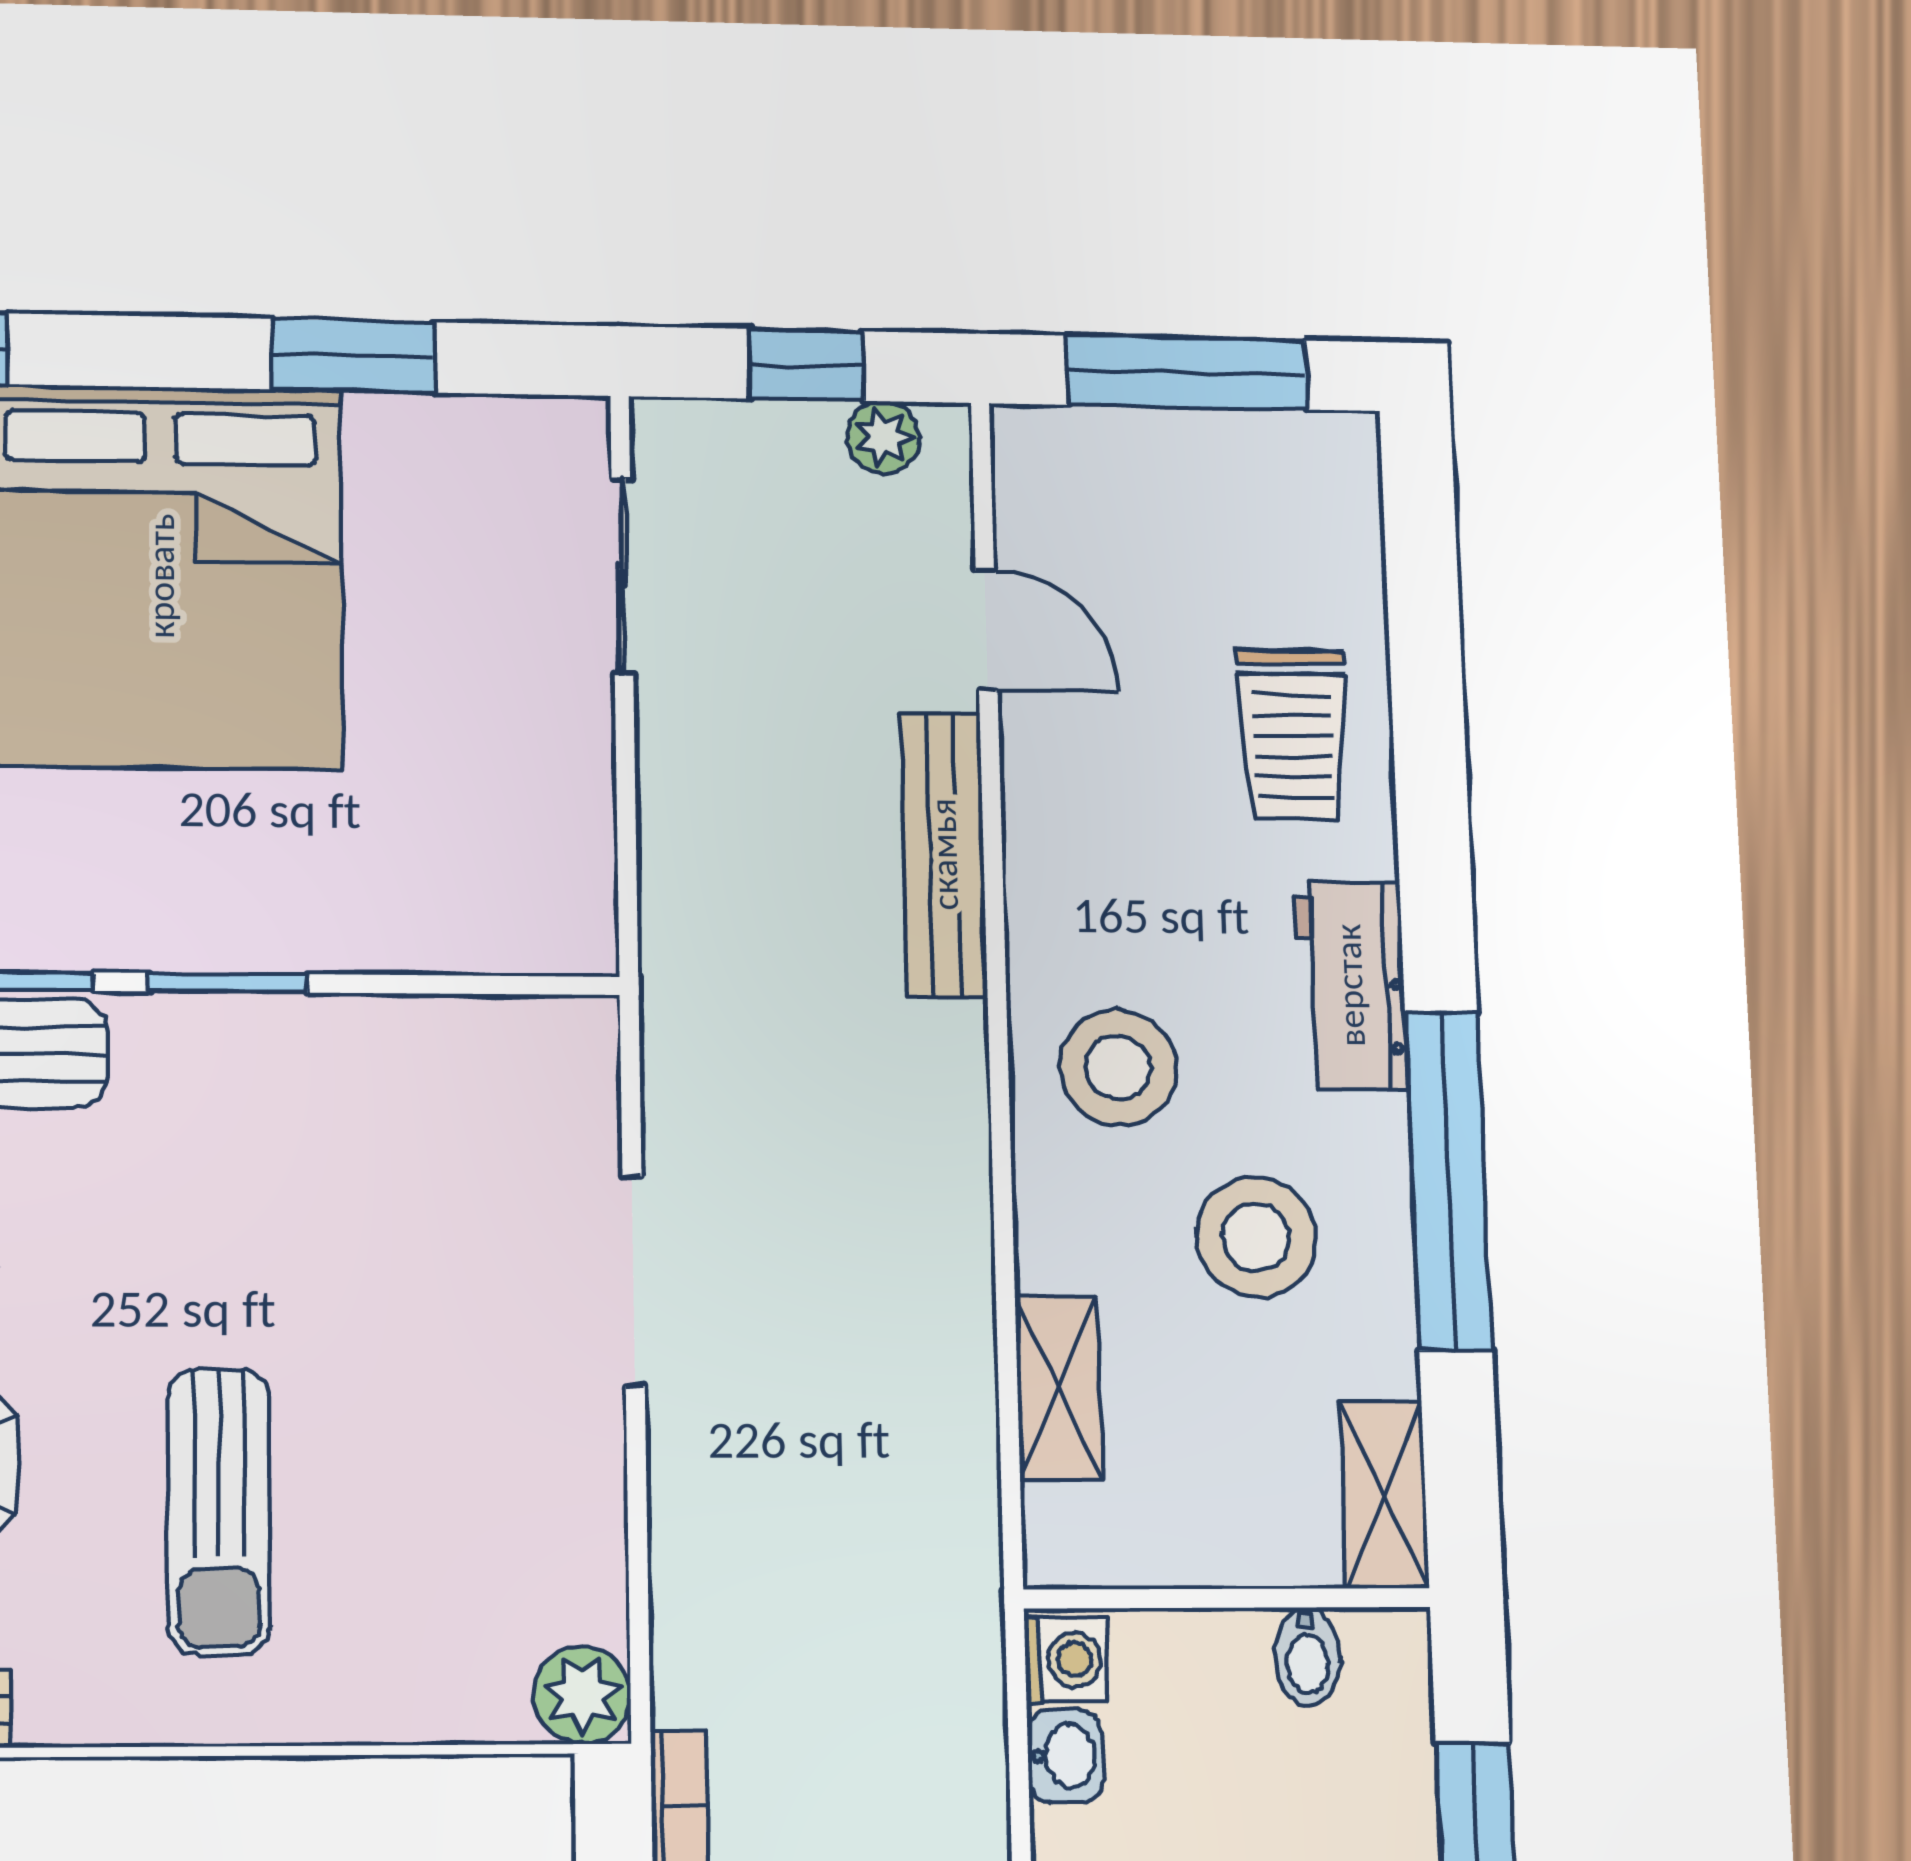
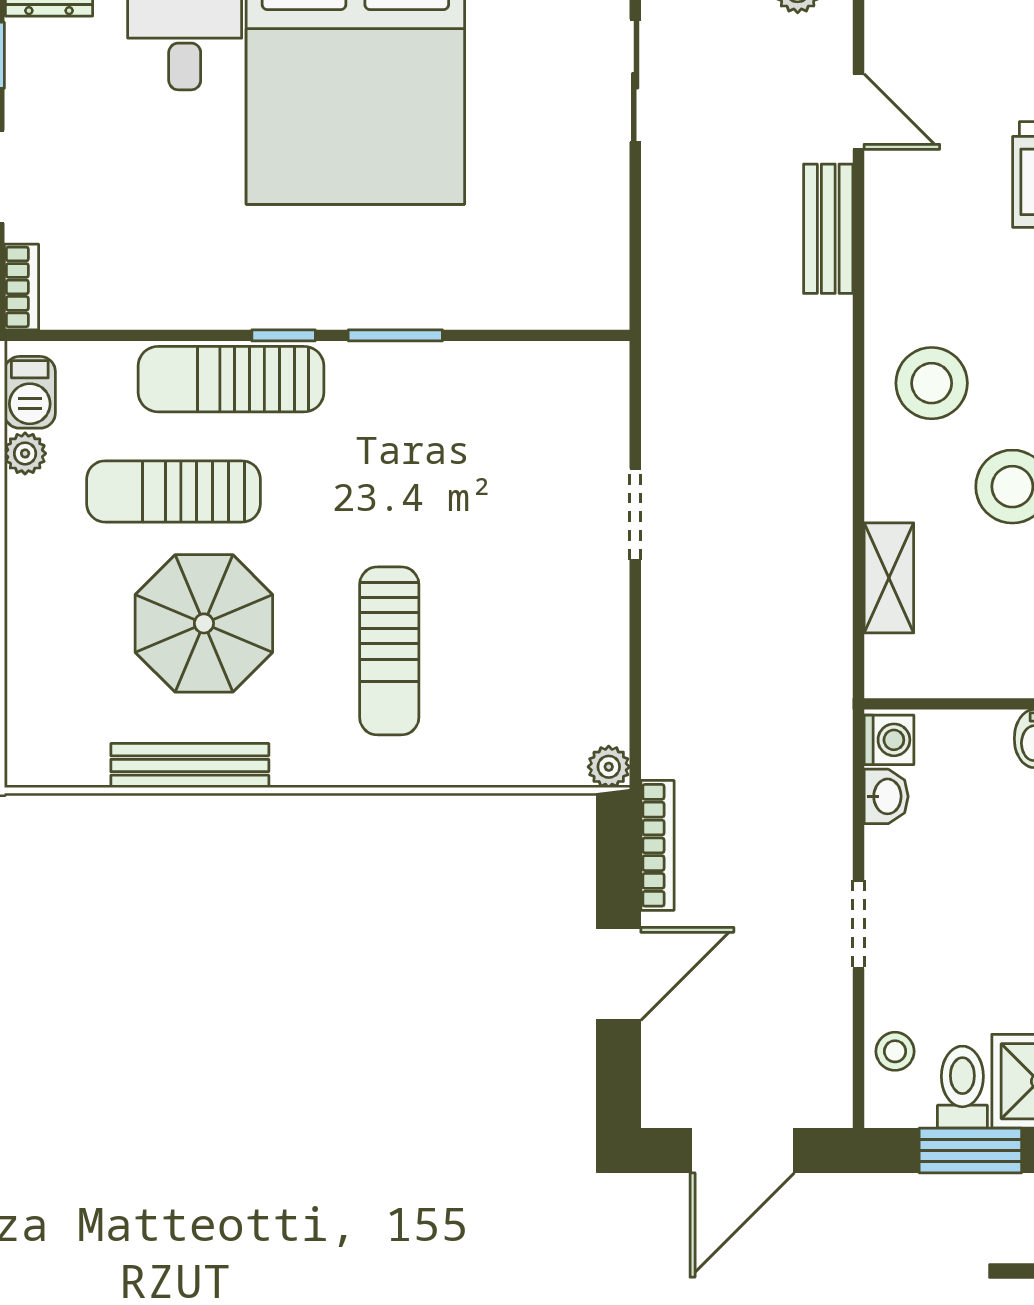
bench: (944, 854) -> (828, 229), width x0.73
doorway: (634, 1281) -> (635, 514), width x0.73
plant: (582, 1695) -> (609, 767), width x0.73, depth x0.73

